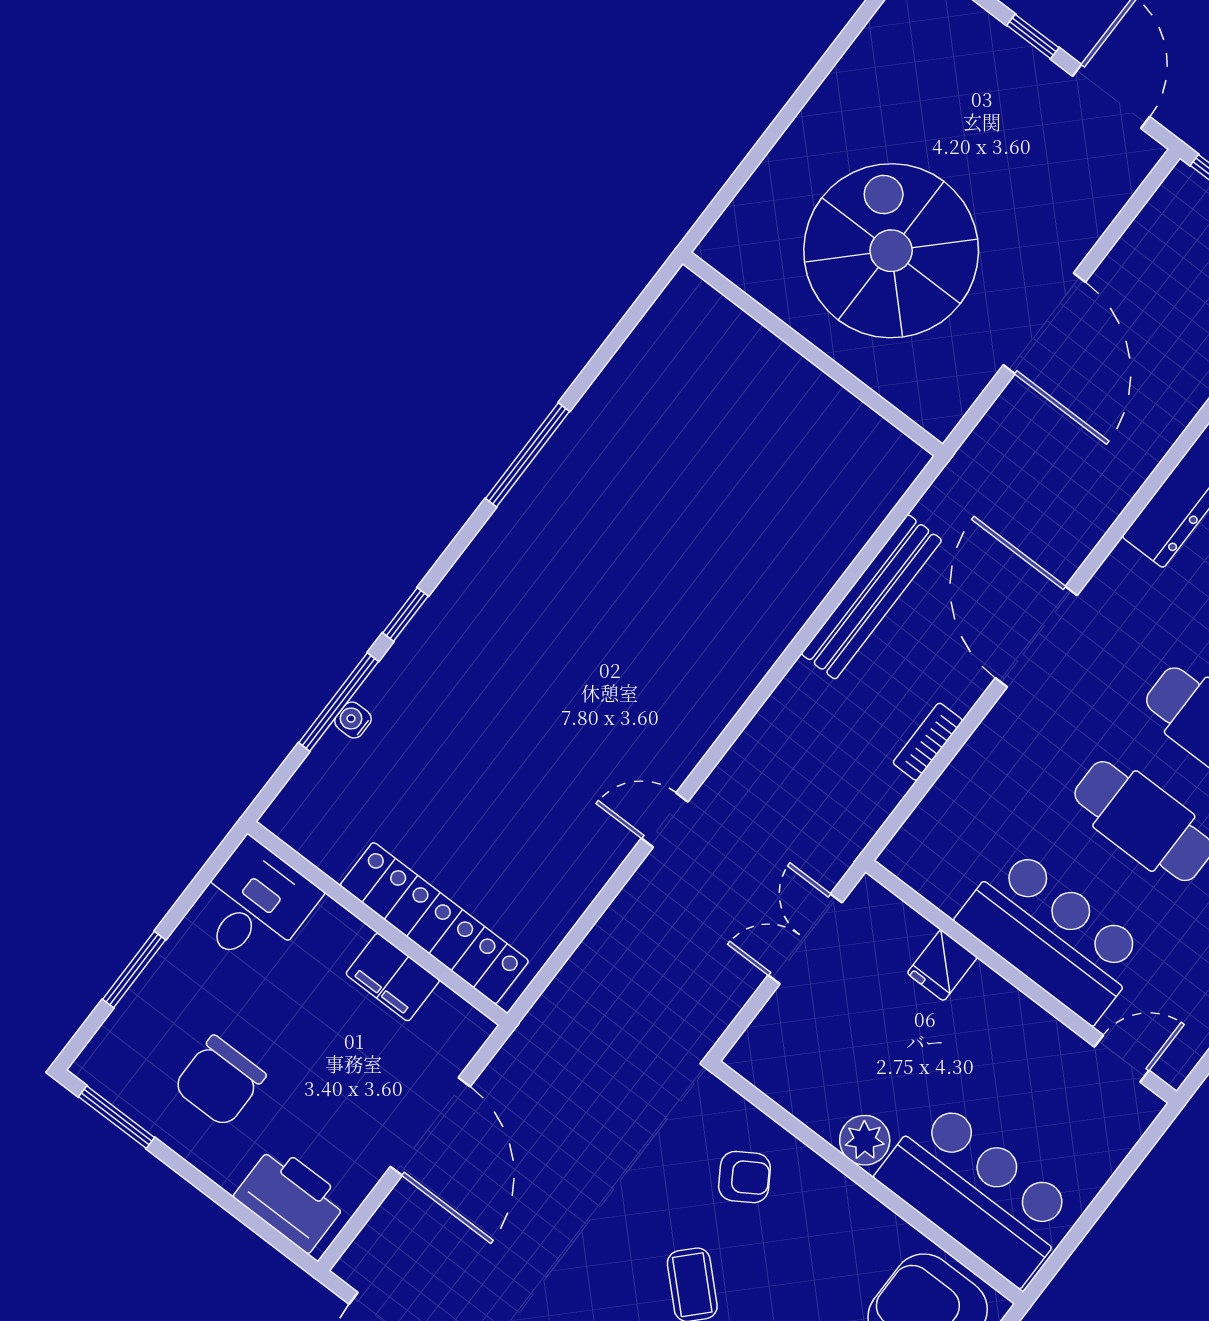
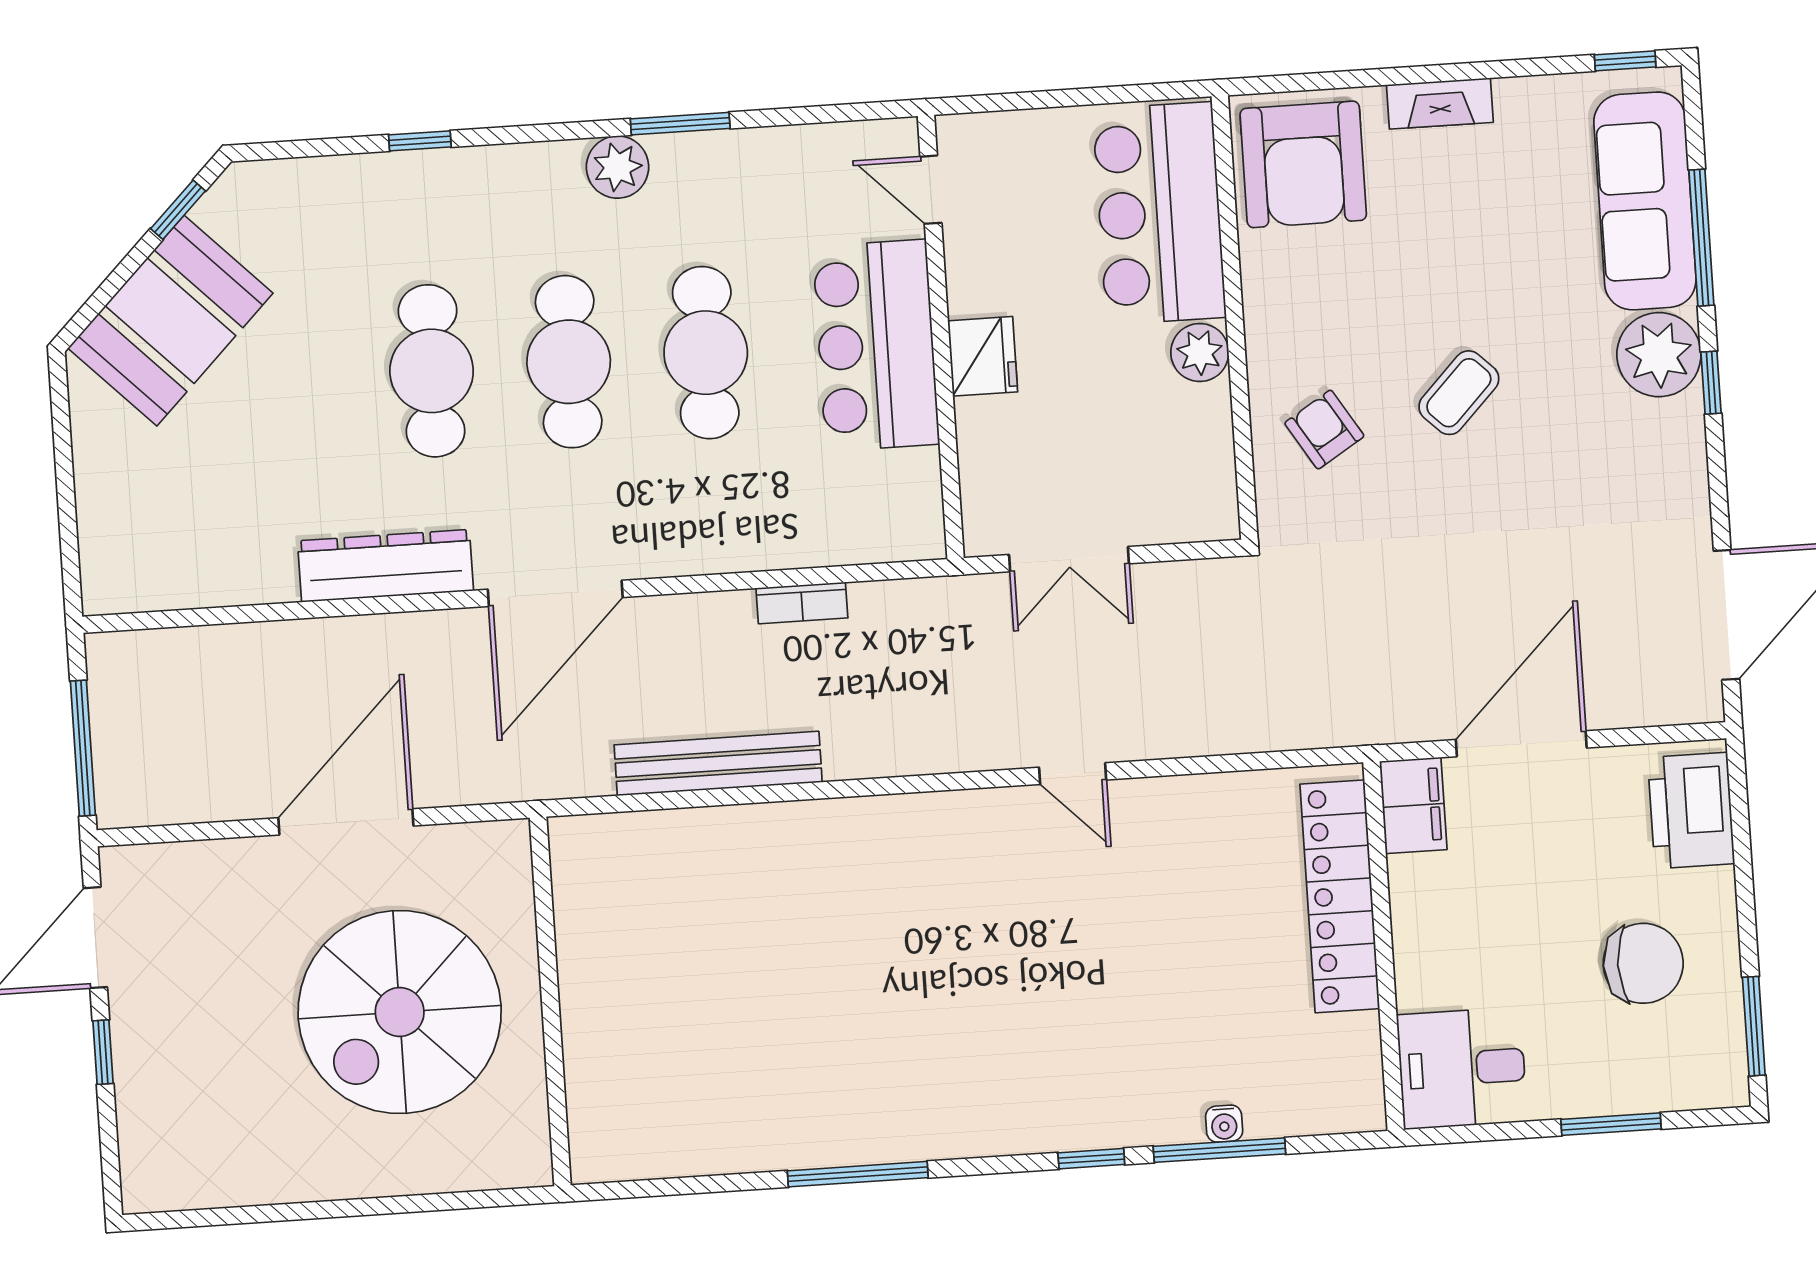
door: (1036, 637) -> (555, 593), moved
fridge: (942, 965) -> (983, 356), moved, width x1.38
filing cabinet: (393, 977) -> (1413, 805), moved

